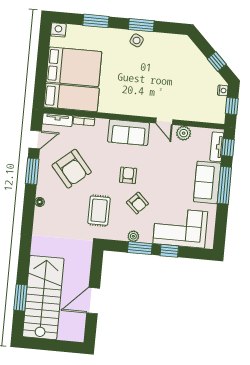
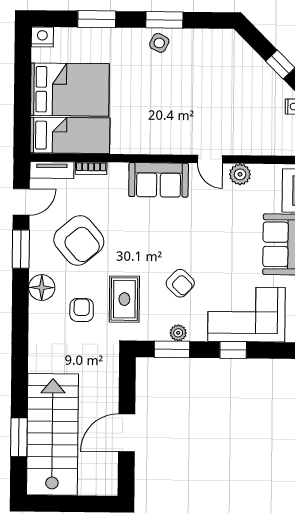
armchair: (128, 175) -> (82, 310), moved
floor lamp: (40, 202) -> (42, 288), width x1.89, depth x1.89
window: (140, 248) -> (172, 349), moved

